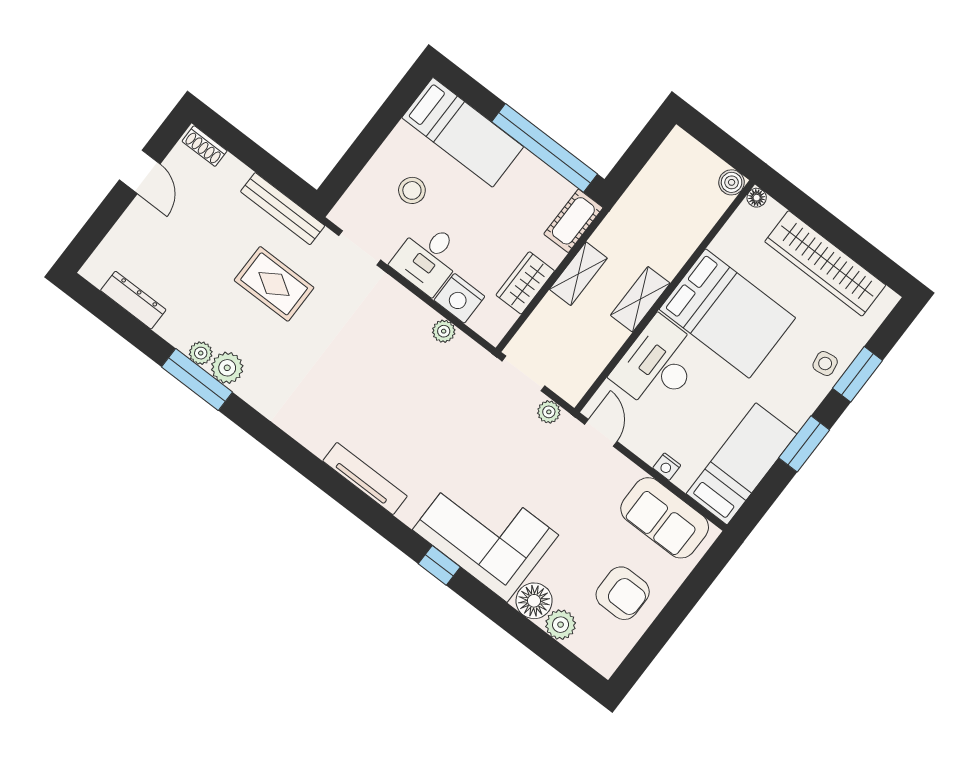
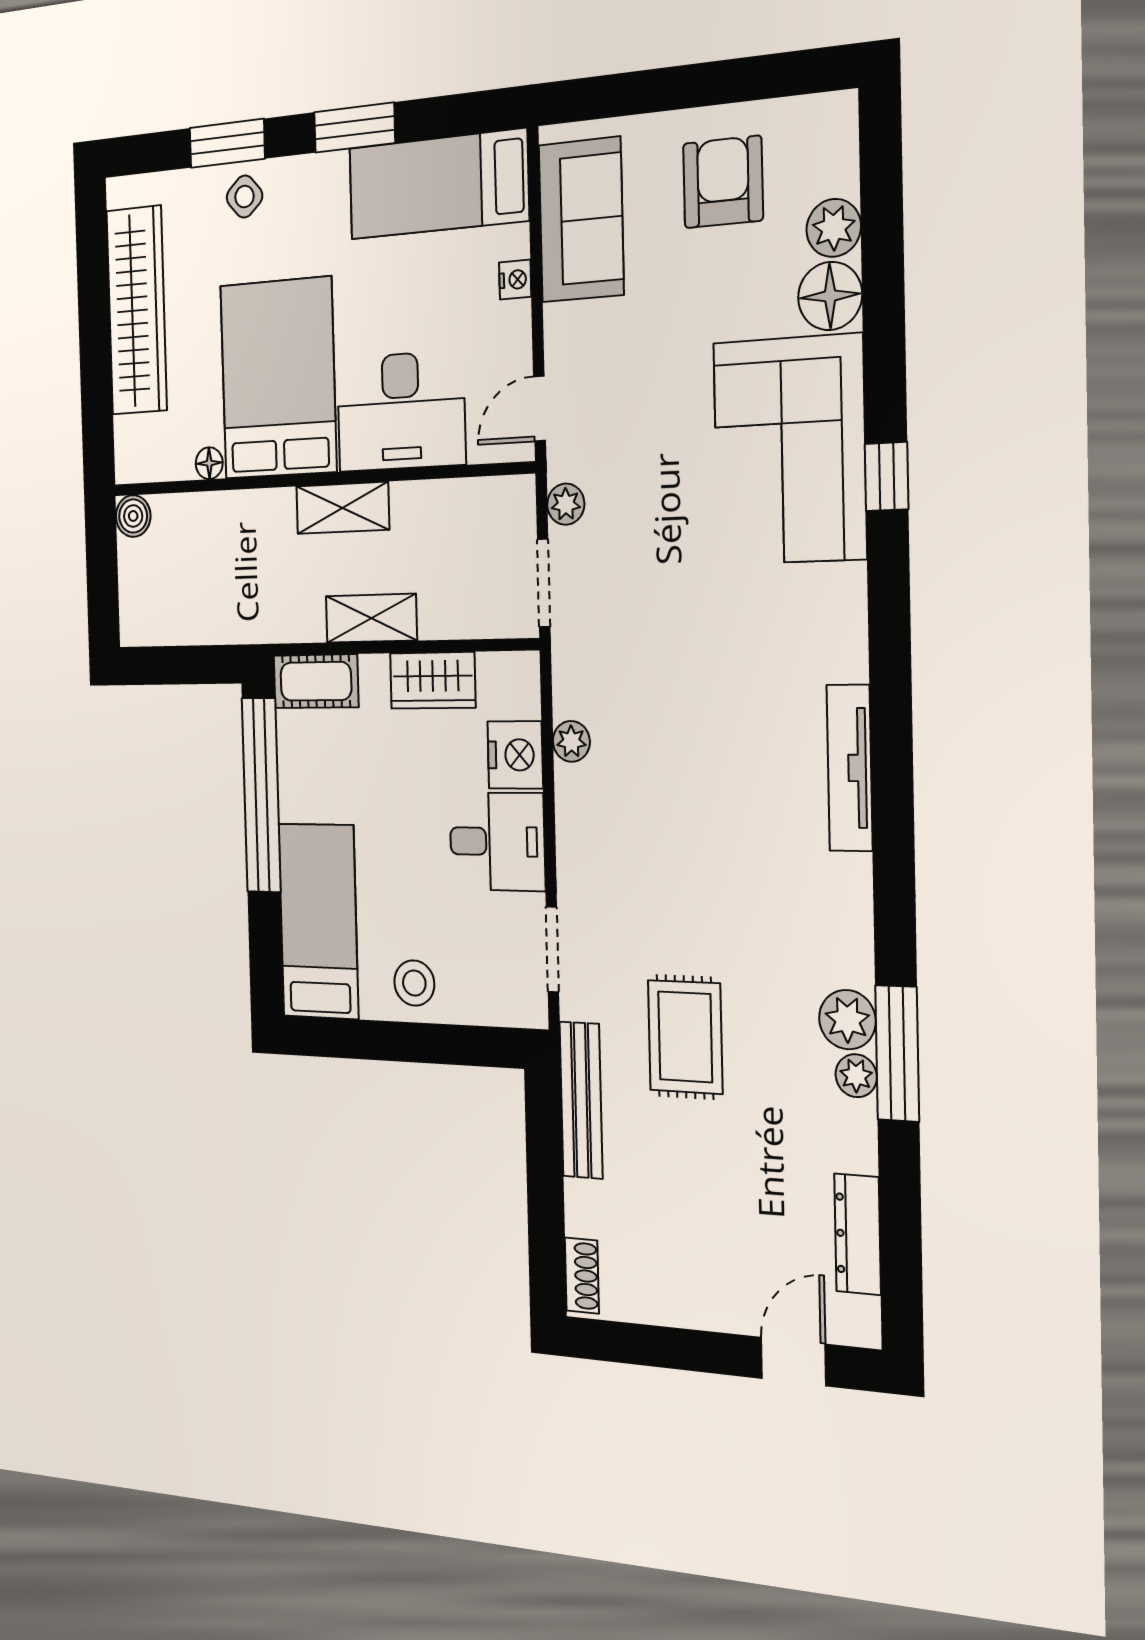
door: (140, 172) -> (793, 1361), moved
stool: (412, 190) -> (414, 983), moved
floor lamp: (757, 198) -> (209, 463), moved
side table: (825, 364) -> (245, 197), turned -33
tv unit: (365, 479) -> (850, 768), moved

